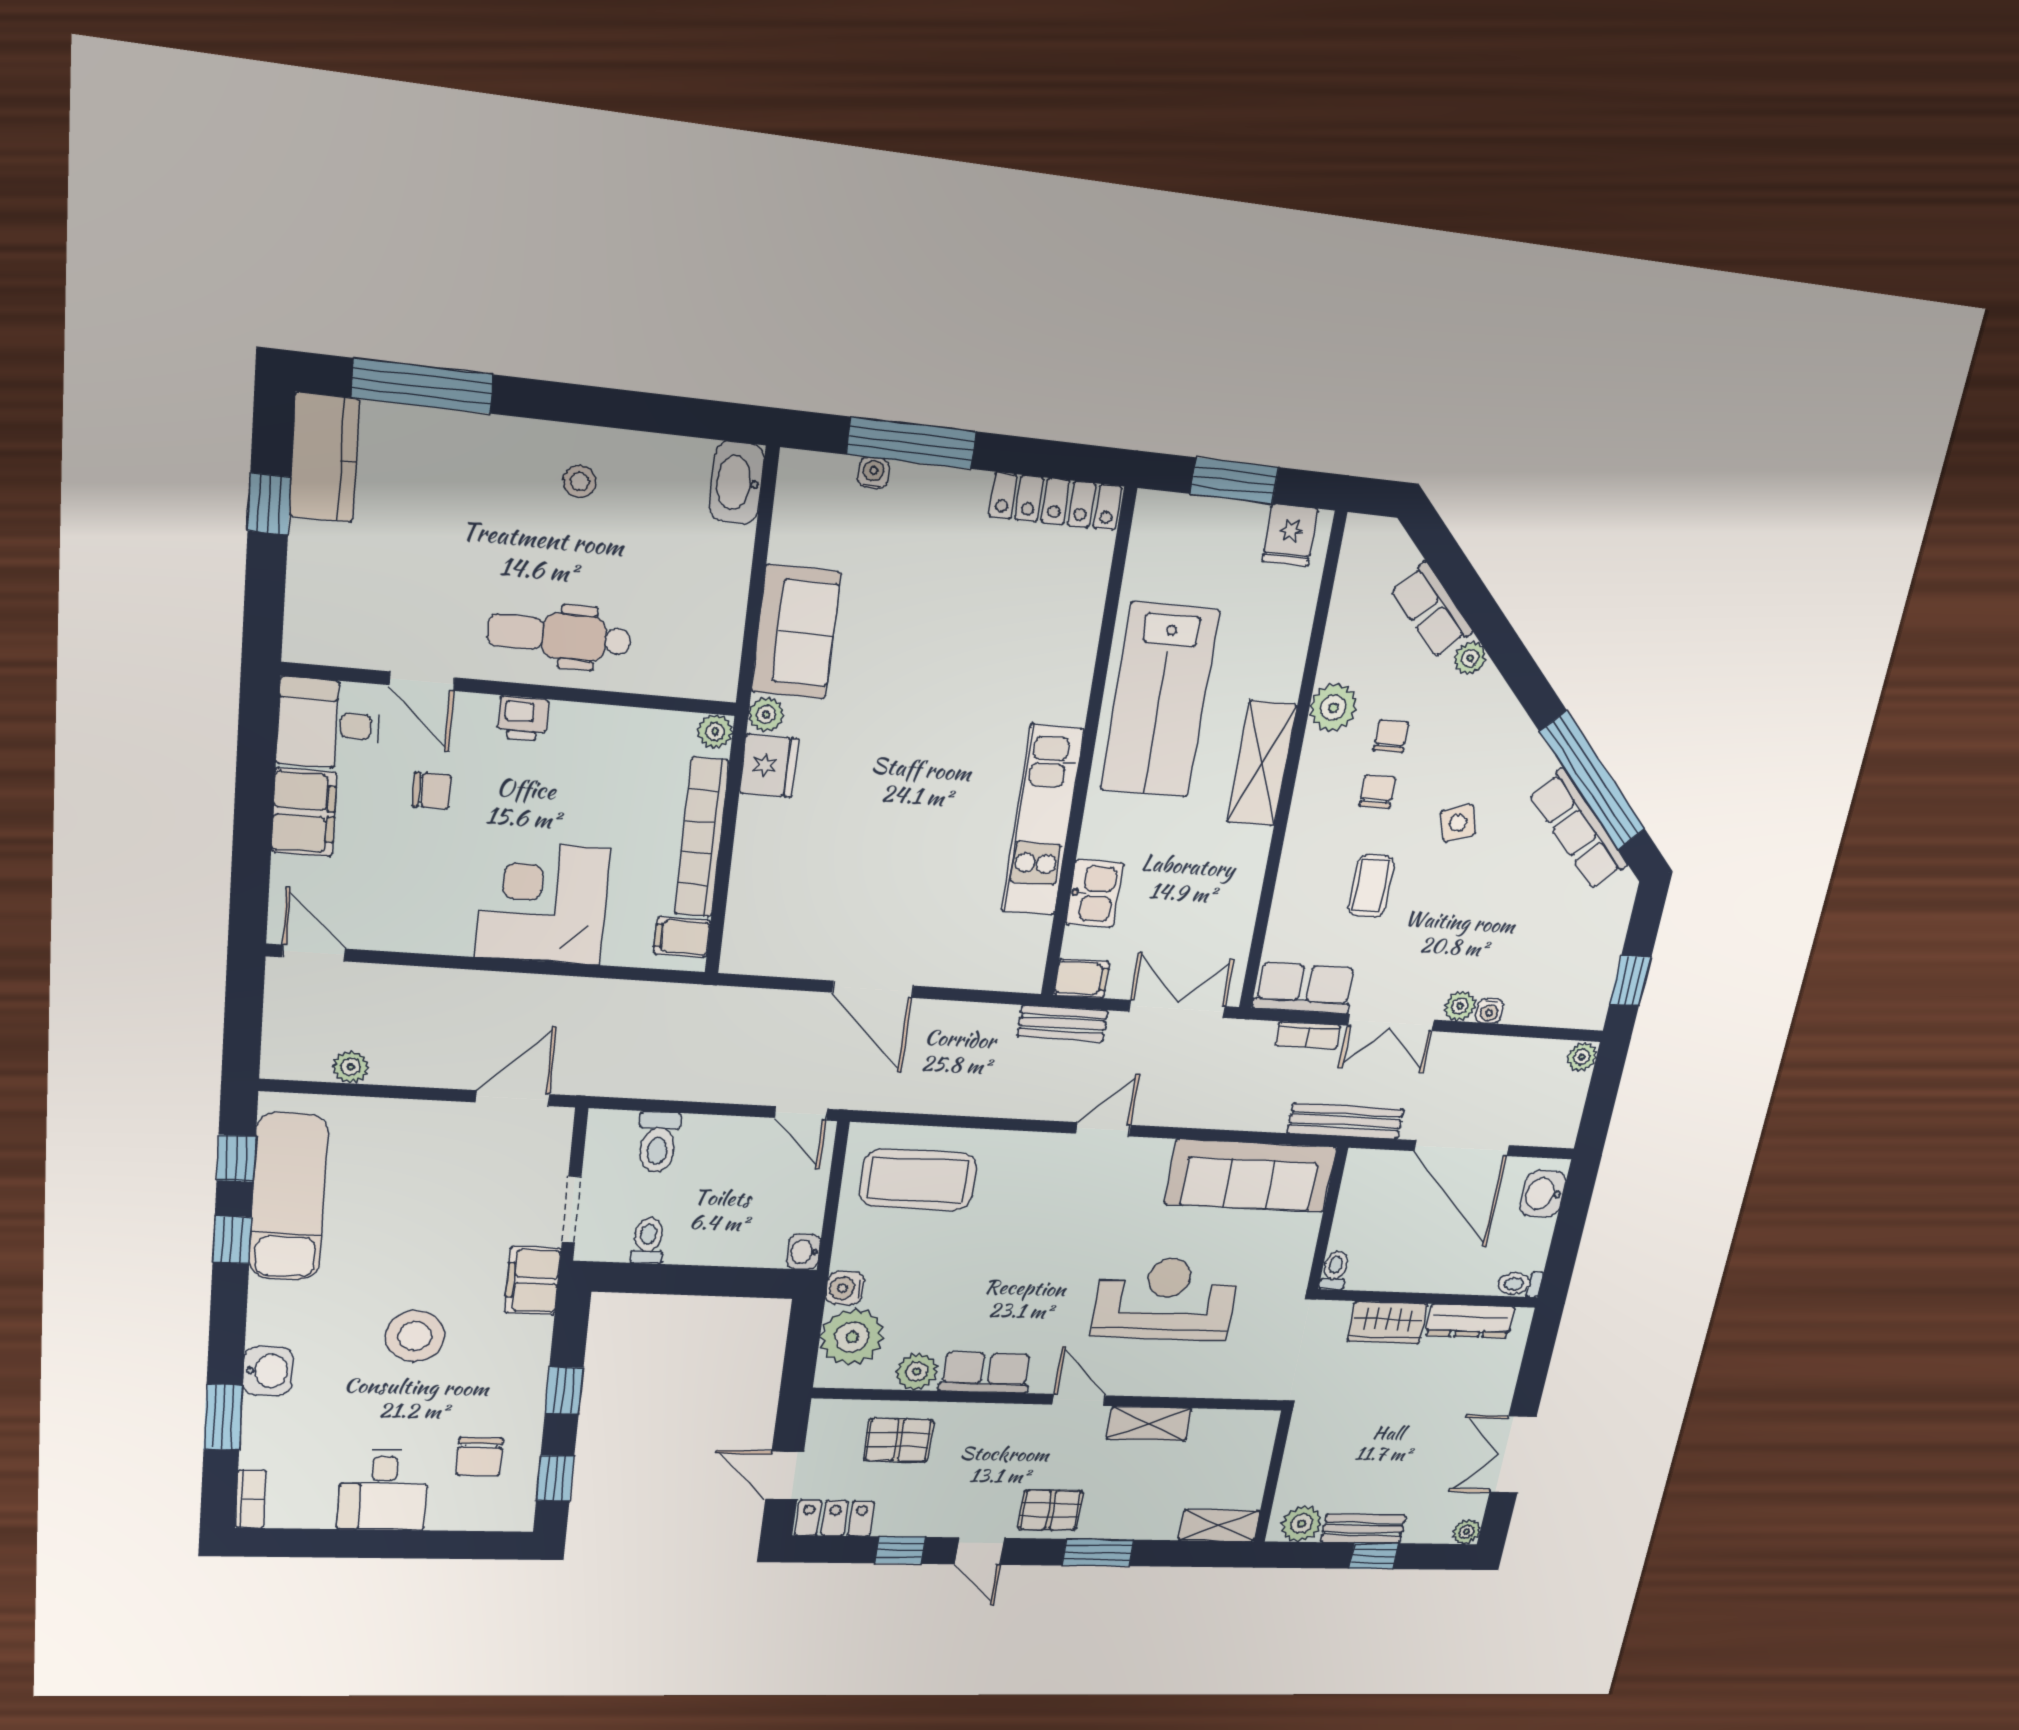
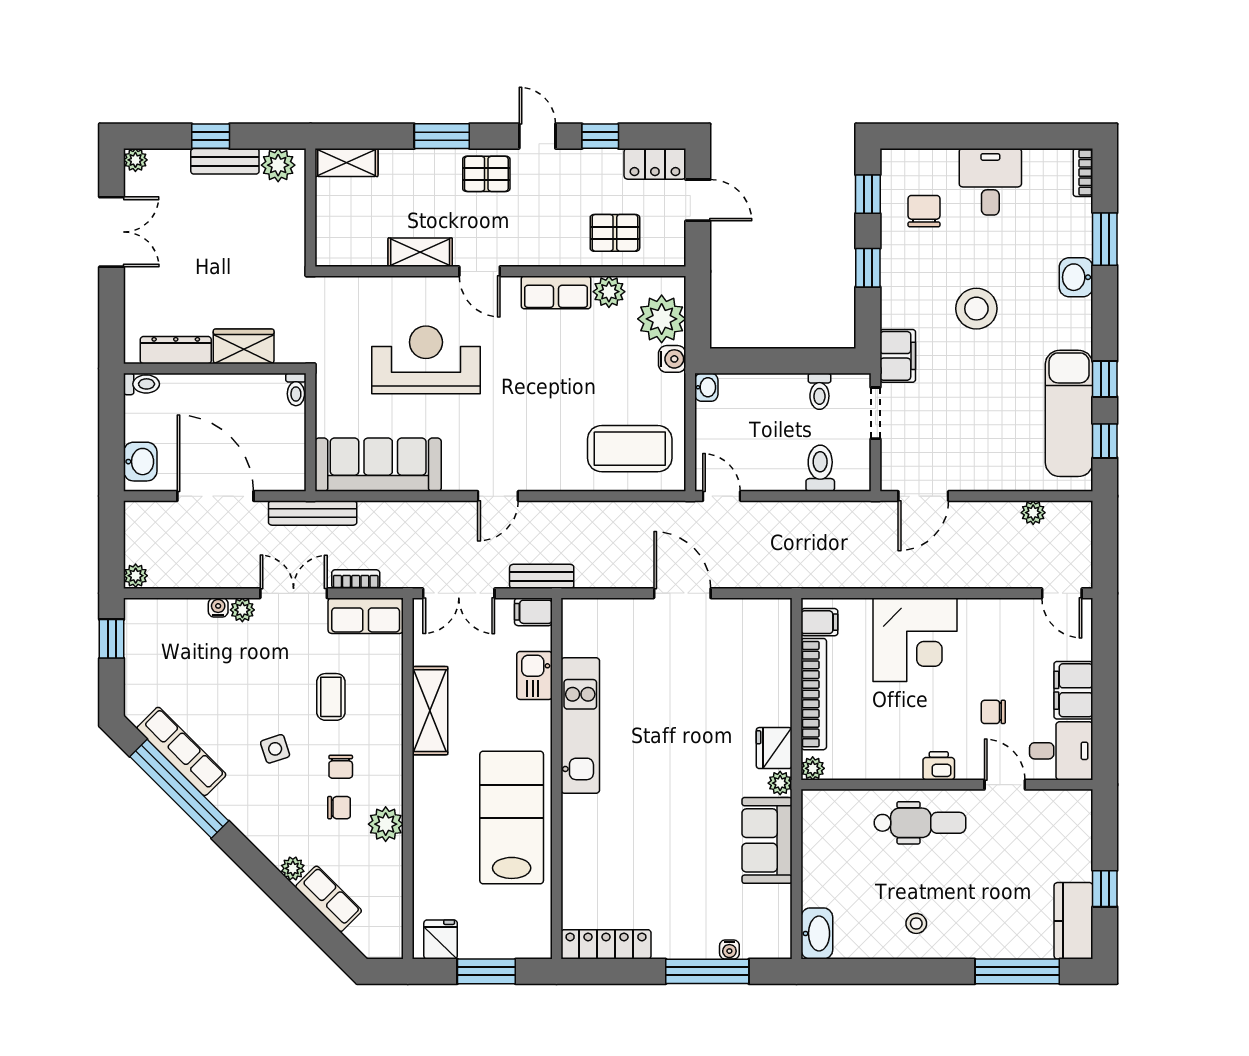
chair: (1391, 736) -> (339, 808), turned -90
shelving: (1262, 764) -> (430, 711), moved
reception desk: (1166, 1299) -> (426, 360), turned 180

